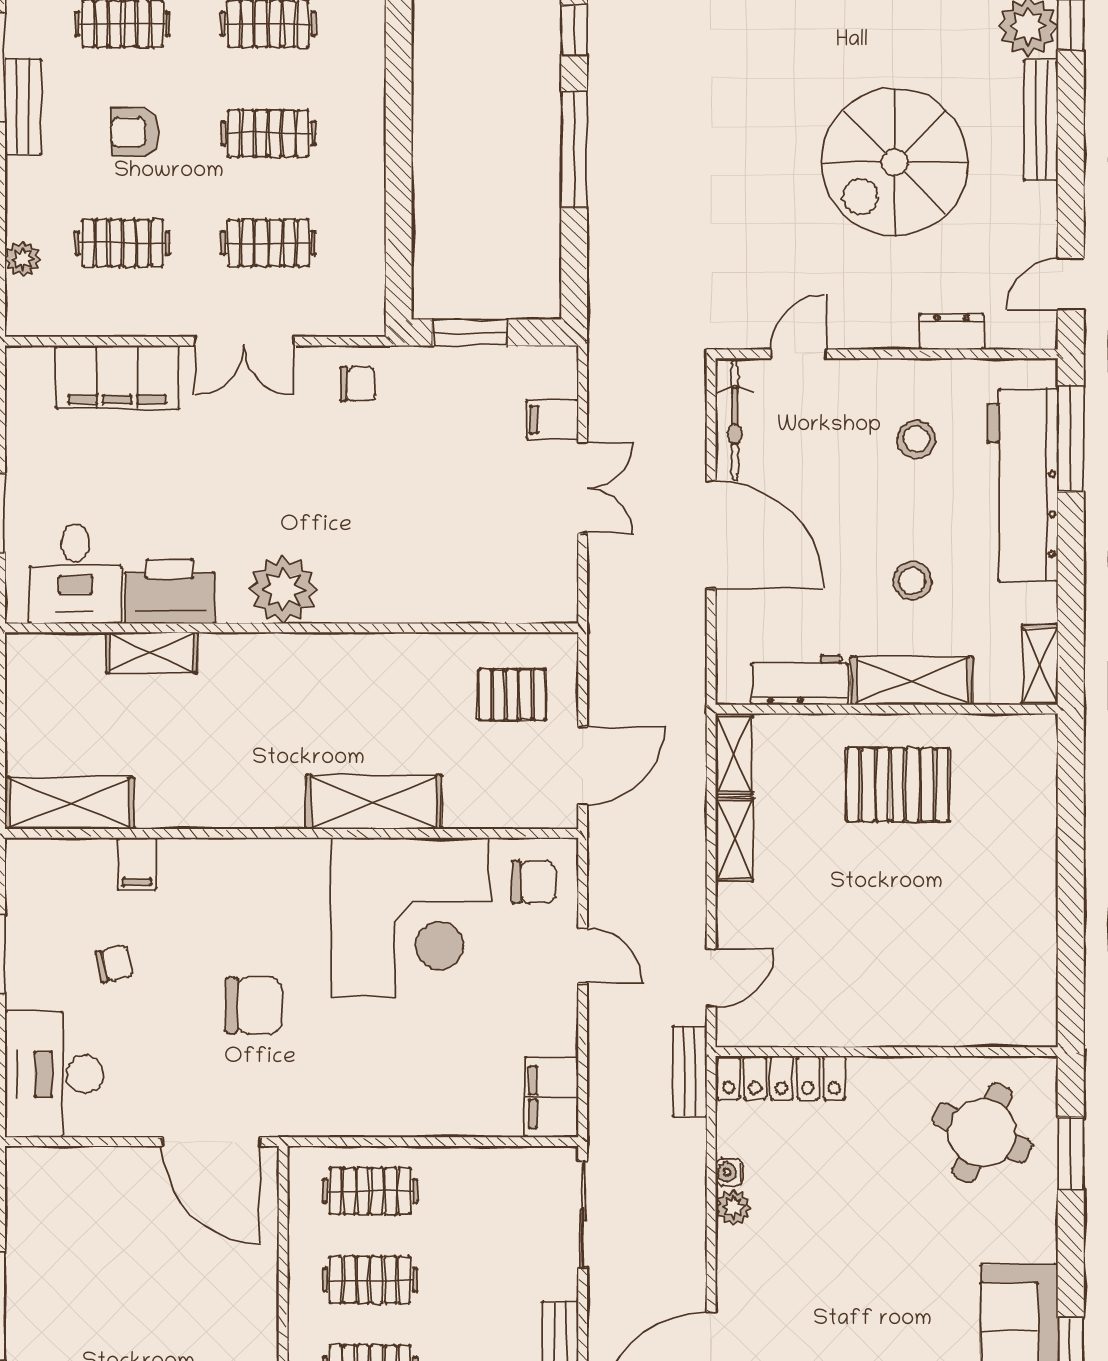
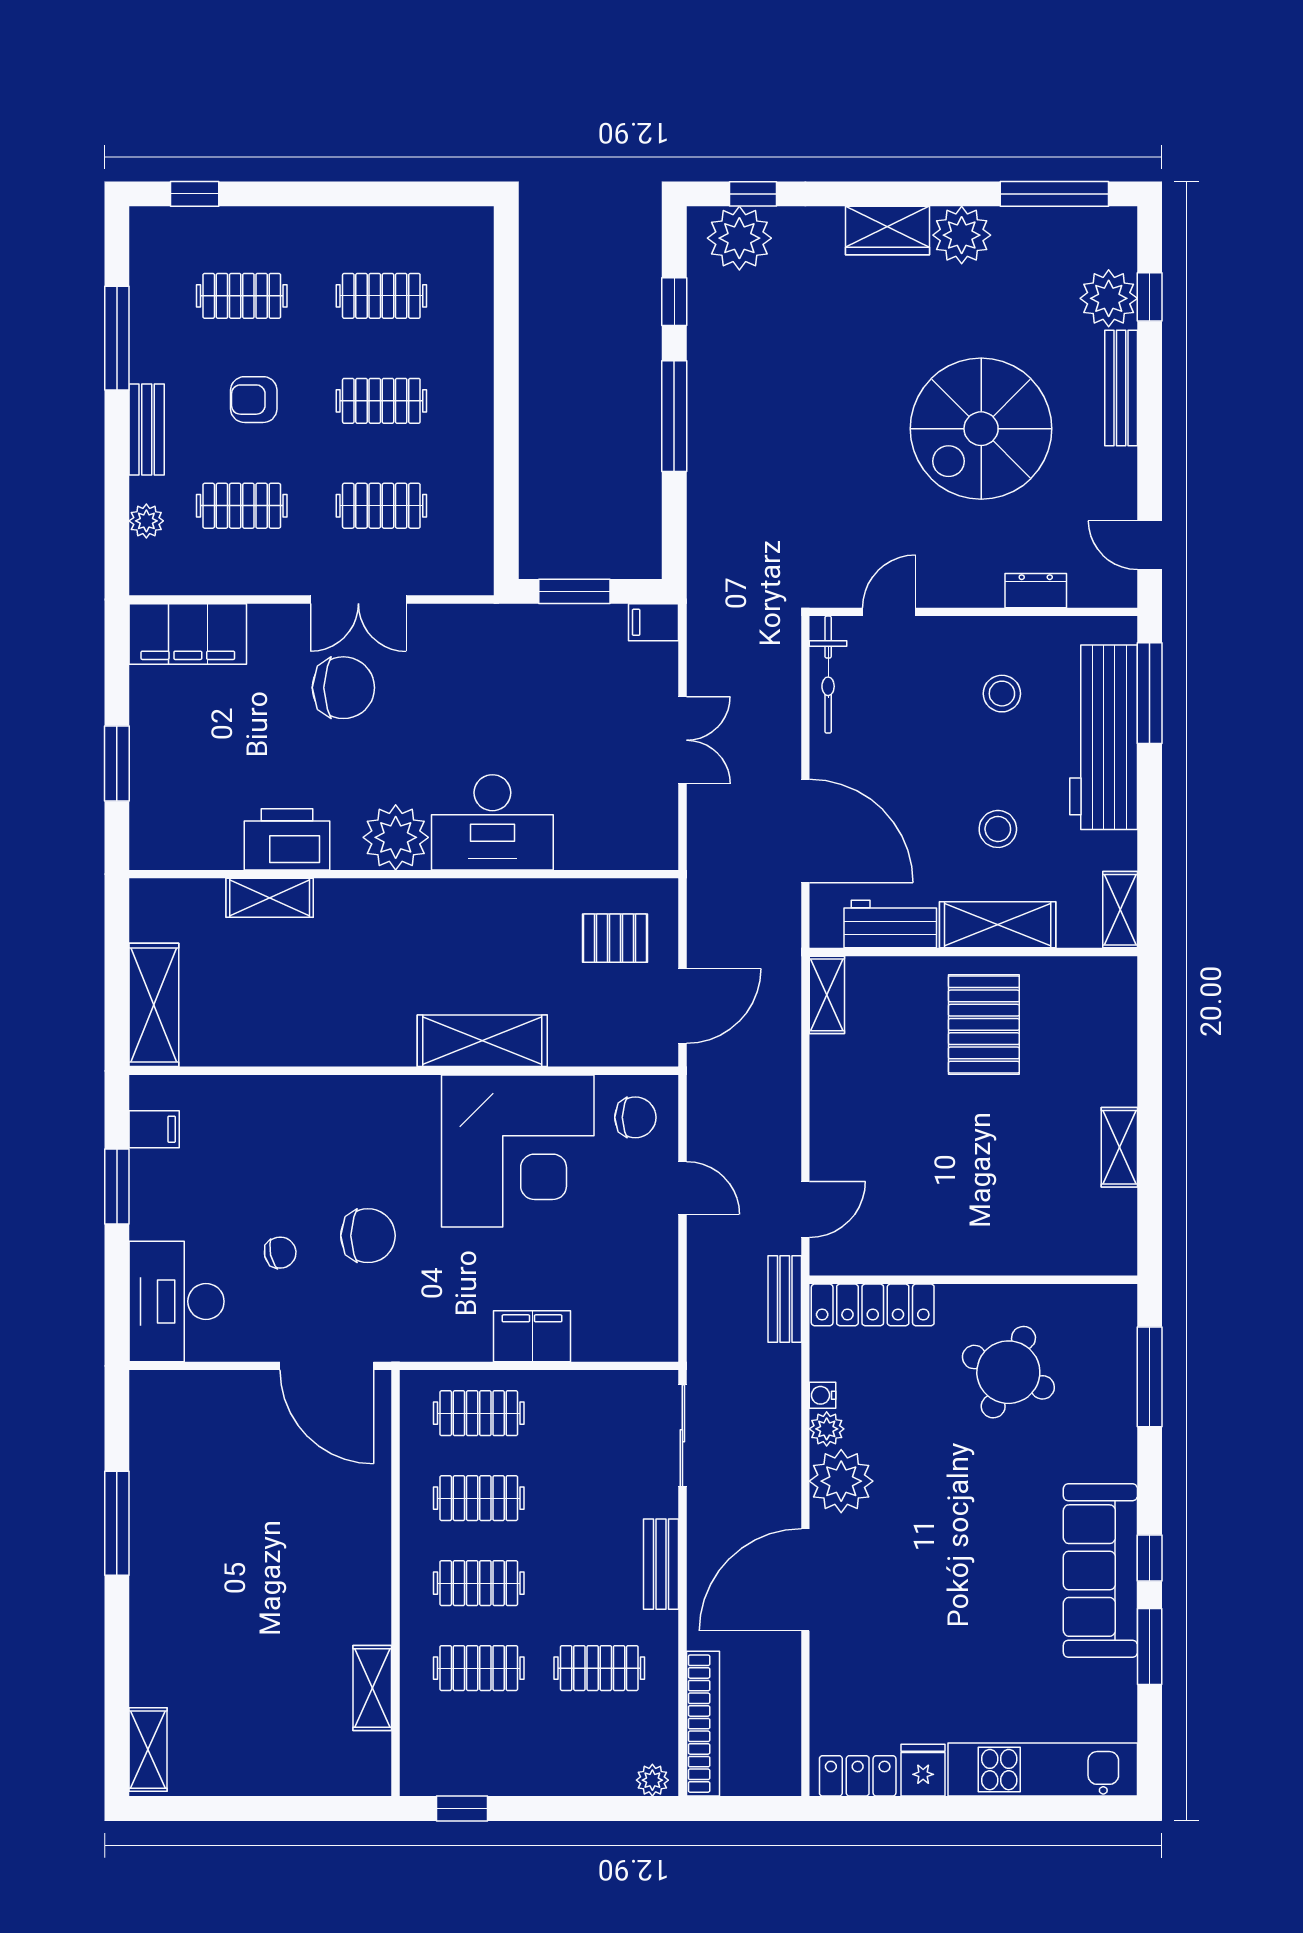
bench: (23, 107) -> (147, 430), moved
door: (1071, 284) -> (1150, 545), hinge flipped
filing cabinet: (117, 377) -> (188, 634), moved
chair: (358, 384) -> (343, 688), moved, width x1.87, depth x1.87
filing cabinet: (552, 420) -> (653, 622), moved
door: (711, 535) -> (805, 831), moved
desk: (75, 574) -> (492, 822), moved, width x1.37
pallet: (898, 785) -> (984, 1024), turned 90
shelving: (69, 803) -> (154, 1005), moved, turned 90
shelving: (734, 840) -> (1119, 1147), moved
filing cabinet: (137, 864) -> (154, 1129), moved, turned -90
chair: (114, 964) -> (280, 1253), moved
filing cabinet: (552, 1097) -> (532, 1336), moved, turned 90
round table: (982, 1133) -> (1008, 1372), moved
window: (1071, 1153) -> (1150, 1377), width x1.44
plant: (749, 1262) -> (841, 1481), added

